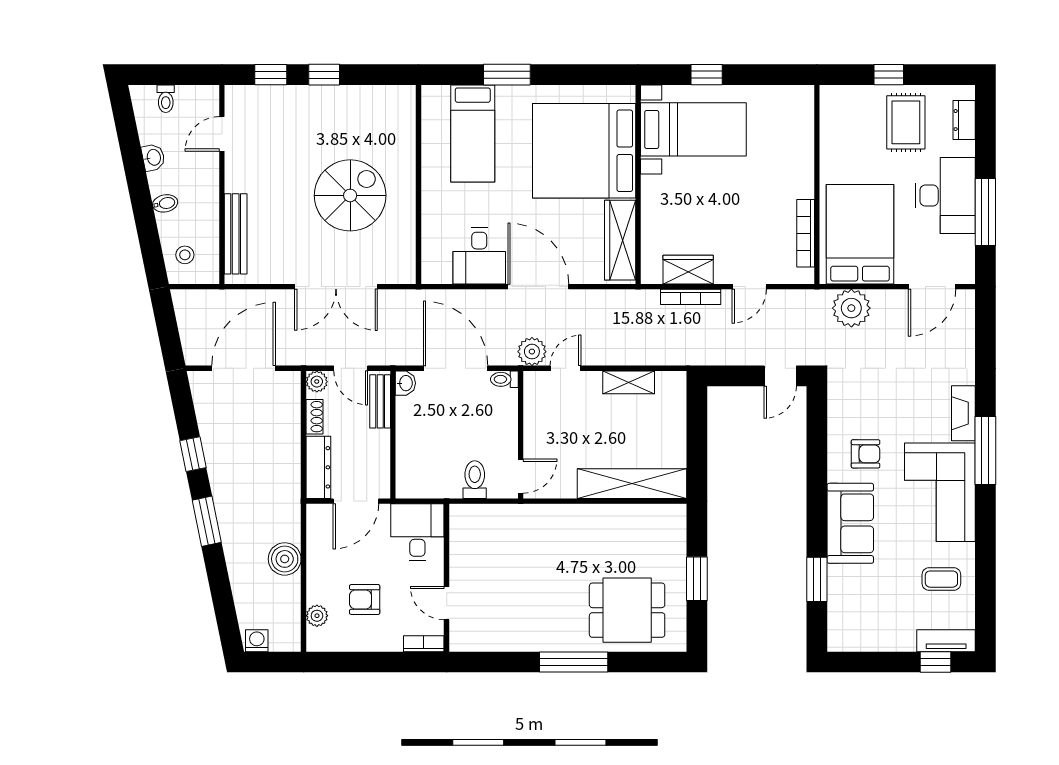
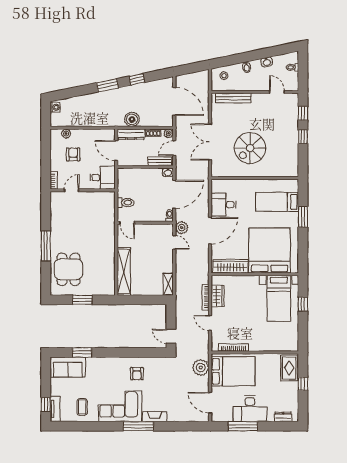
rug: (906, 122) -> (289, 368), moved, turned 90
spiral stairs: (350, 195) -> (250, 148), turned 90
shelving: (629, 382) -> (168, 284), moved
sofa: (850, 523) -> (68, 367), moved
boiler: (285, 559) -> (132, 119), moved

